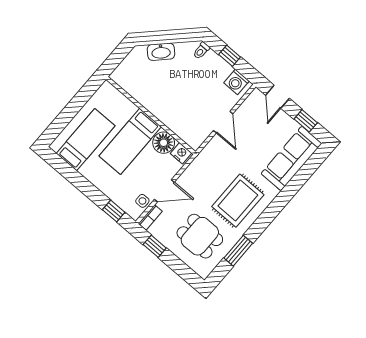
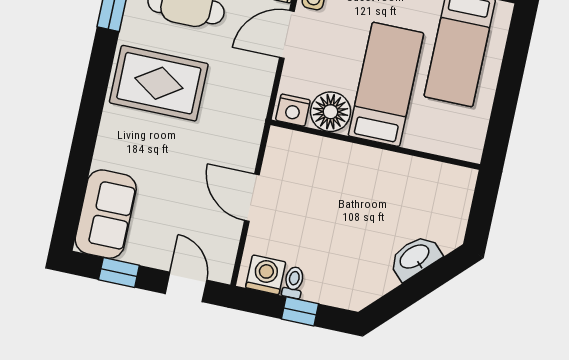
toilet: (201, 51) -> (293, 282), moved
sofa: (291, 158) -> (106, 214), width x0.73
rug: (238, 201) -> (159, 83), turned 90

